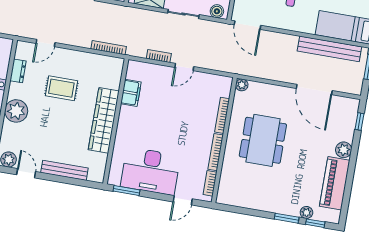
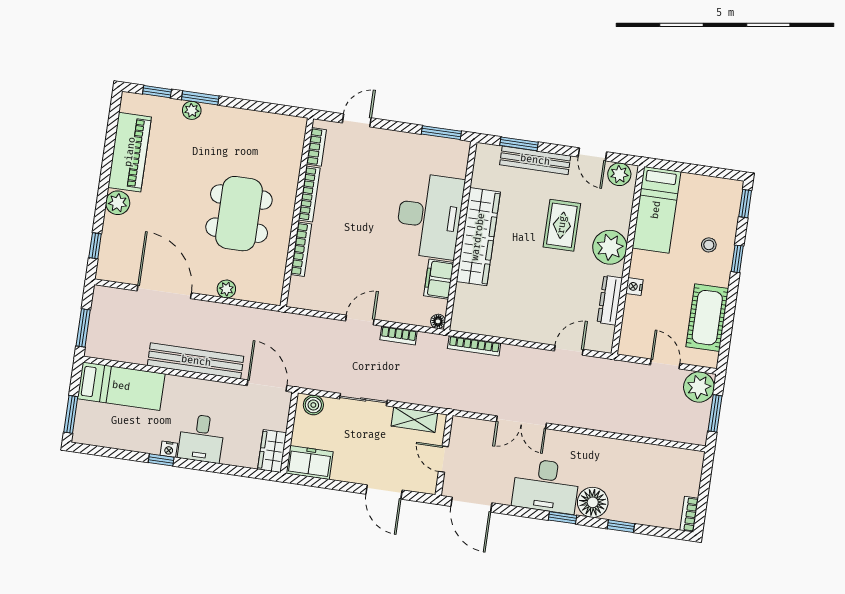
bench: (329, 49) -> (196, 361), moved
floor lamp: (132, 65) -> (438, 321), added
dresser: (18, 71) -> (610, 300), width x1.44
plant: (242, 85) -> (226, 289), moved
rug: (61, 88) -> (562, 225), moved, turned 90
desk: (150, 171) -> (430, 216), moved, turned 90
window: (75, 182) -> (519, 144), added
plant: (306, 212) -> (192, 110), moved

